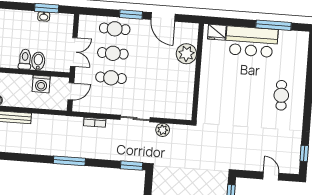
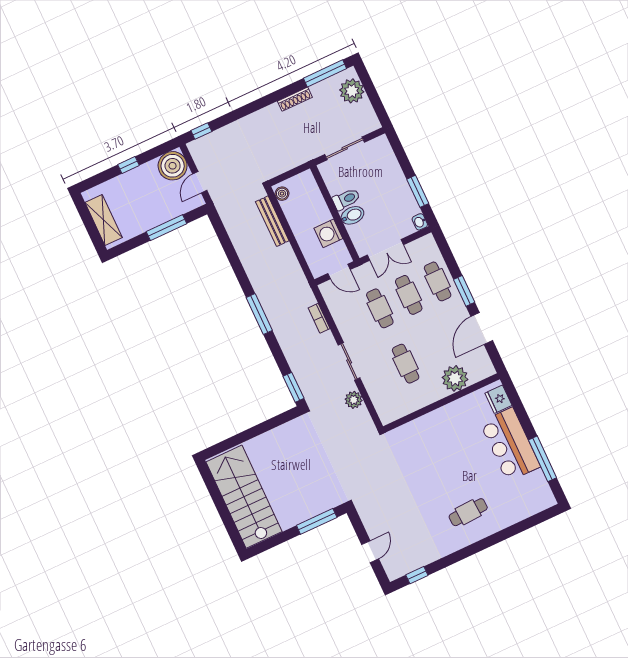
washbasin: (44, 16) -> (420, 222), moved
cafe table: (158, 81) -> (406, 364), added

